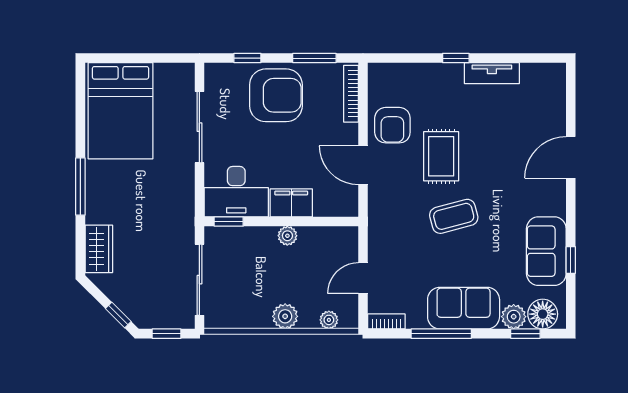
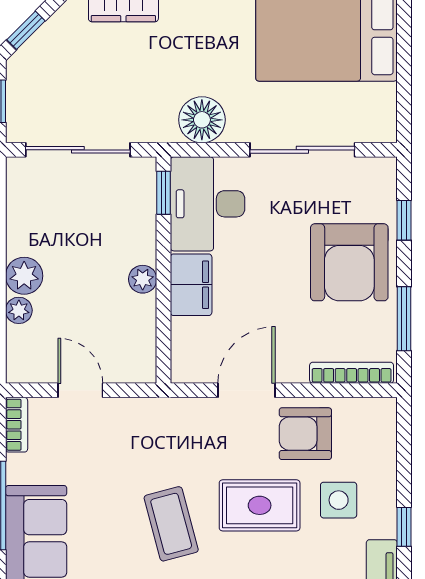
side table: (438, 103) -> (339, 500), added
floor lamp: (179, 195) -> (202, 120), added
plant: (329, 320) -> (19, 310), moved

